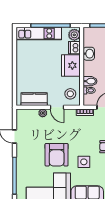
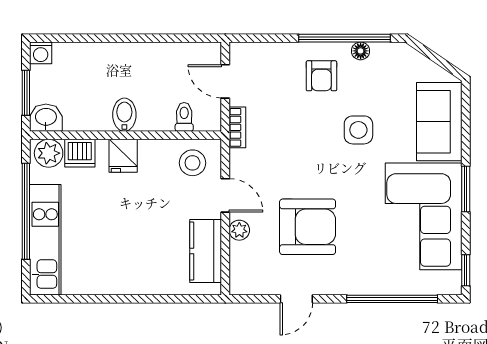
washbasin: (89, 54) -> (46, 118), moved
fridge: (71, 65) -> (123, 156), width x0.53, depth x0.75
bidet: (90, 81) -> (124, 115), moved
door: (57, 107) -> (225, 195), hinge flipped
armchair: (57, 155) -> (308, 227), moved

